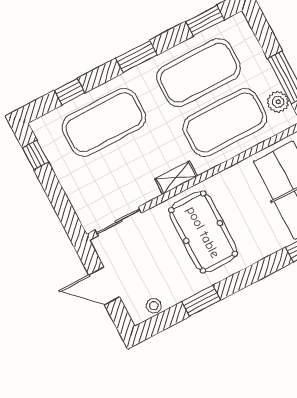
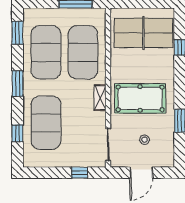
plant: (278, 102) -> (87, 15), removed
window: (35, 155) -> (80, 173), moved
stool: (154, 306) -> (145, 140), moved

